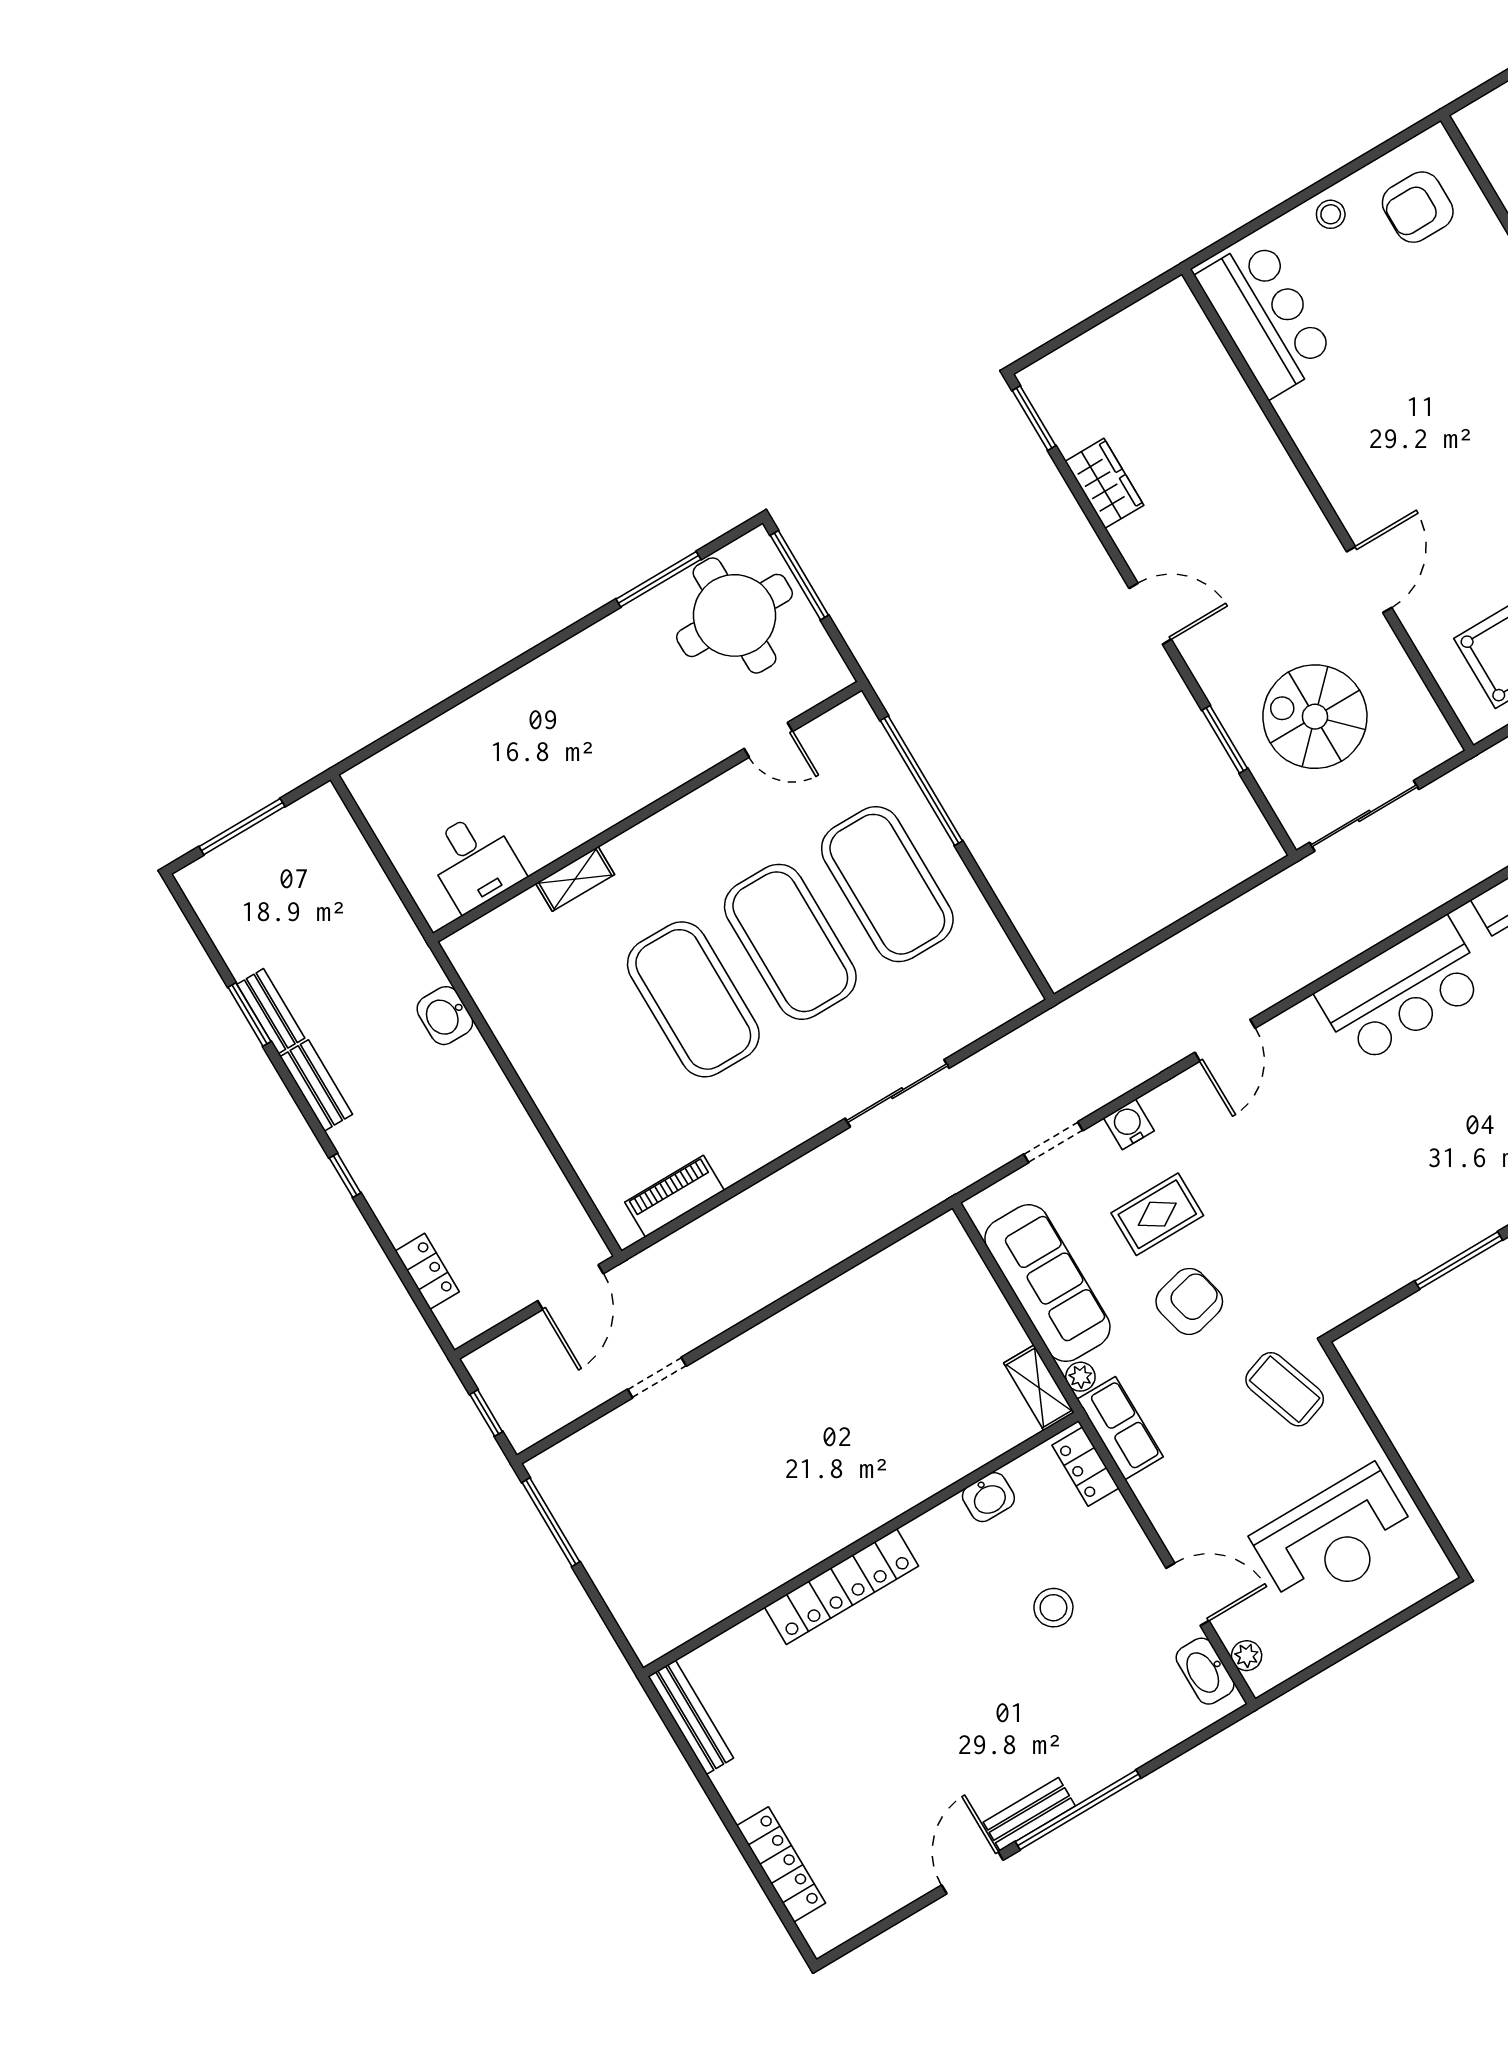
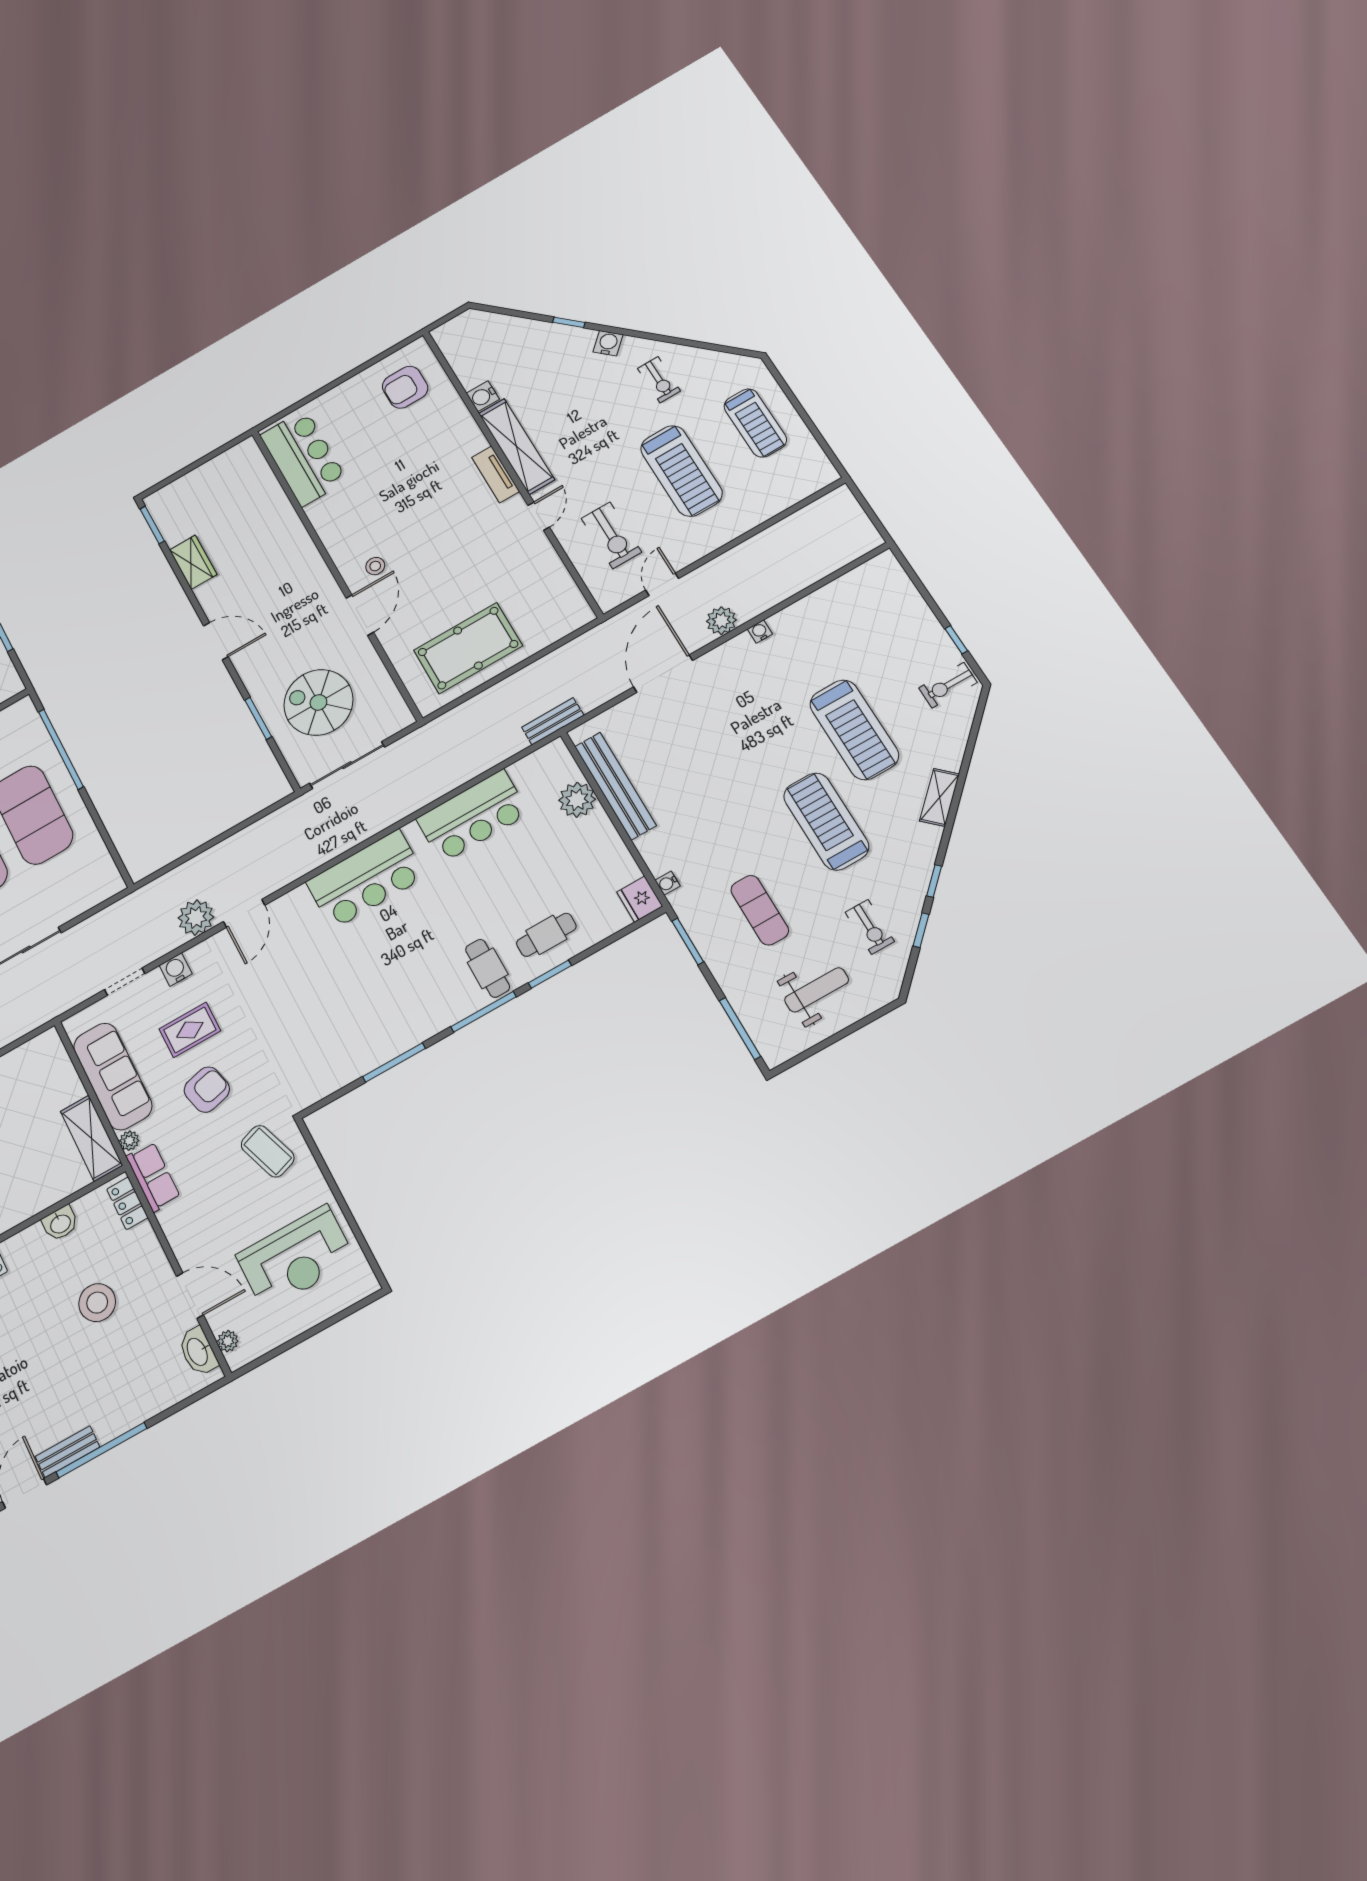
stool: (1331, 214) -> (375, 566), moved
plant: (1153, 1046) -> (196, 918), added
shelving: (1039, 1388) -> (91, 1138), width x1.50, depth x1.33
stool: (1053, 1608) -> (97, 1303), width x1.38, depth x1.38

